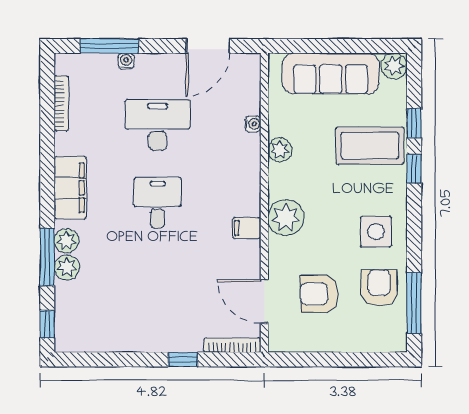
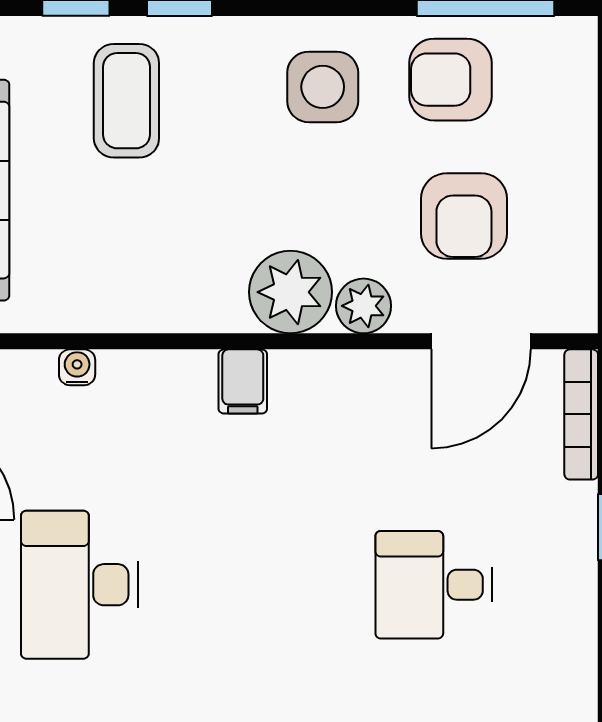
coffee table: (370, 146) -> (126, 101), width x0.73, depth x0.76
plant: (280, 150) -> (363, 306), moved
desk: (158, 203) -> (434, 585), moved
filing cabinet: (247, 228) -> (243, 381), moved

